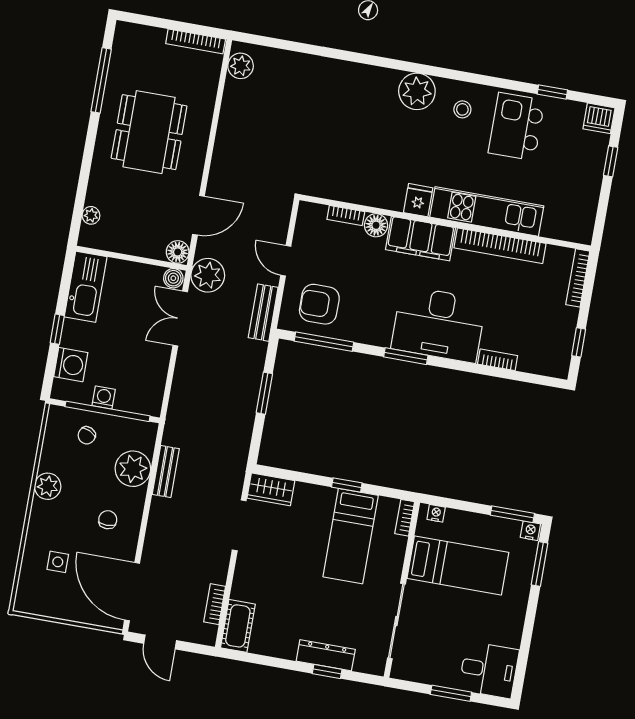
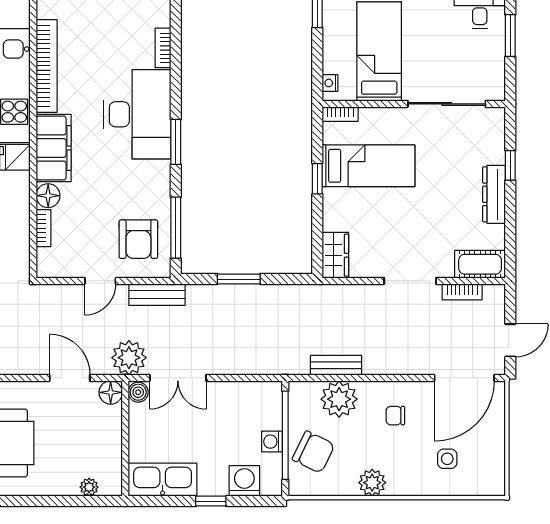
chair: (87, 435) -> (313, 452), width x1.87, depth x1.87
doorway: (239, 525) -> (410, 281), moved
dresser: (326, 655) -> (494, 194), moved

